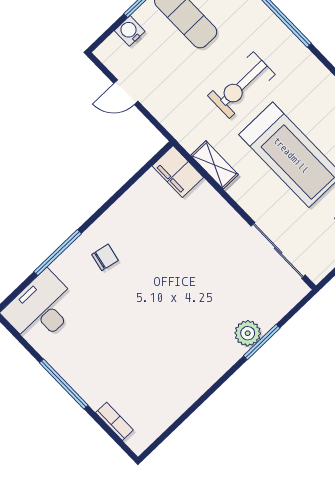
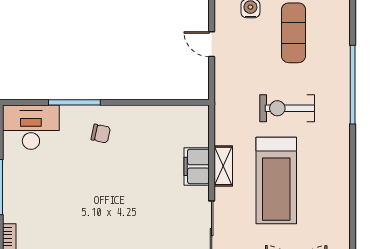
shelving: (215, 165) -> (223, 166), moved
filing cabinet: (178, 172) -> (197, 166), moved

